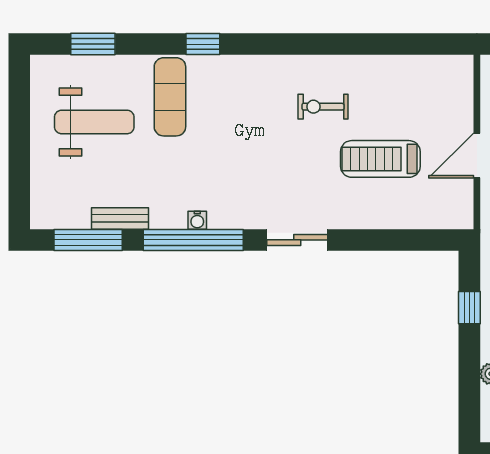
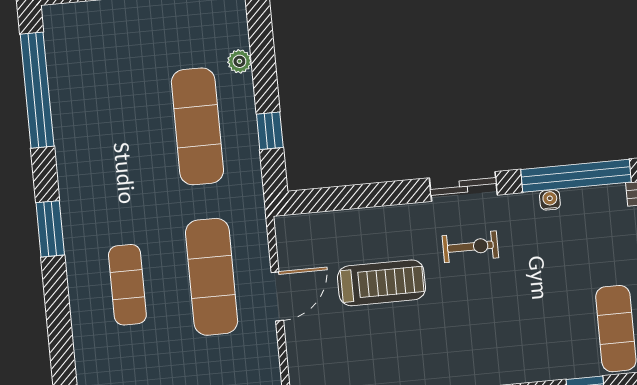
exercise bike: (323, 107) -> (470, 247), moved
water cooler: (197, 220) -> (550, 200), moved

